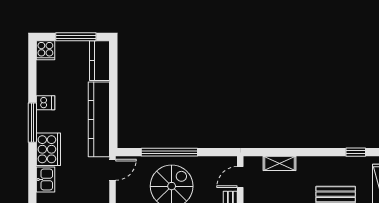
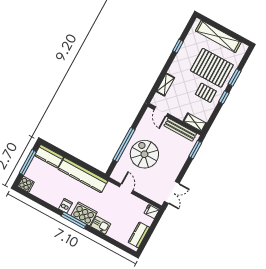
dishwasher: (45, 103) -> (65, 206), moved
window: (32, 123) -> (74, 220), moved
window: (356, 152) -> (178, 46), moved
door: (113, 170) -> (126, 189), moved

